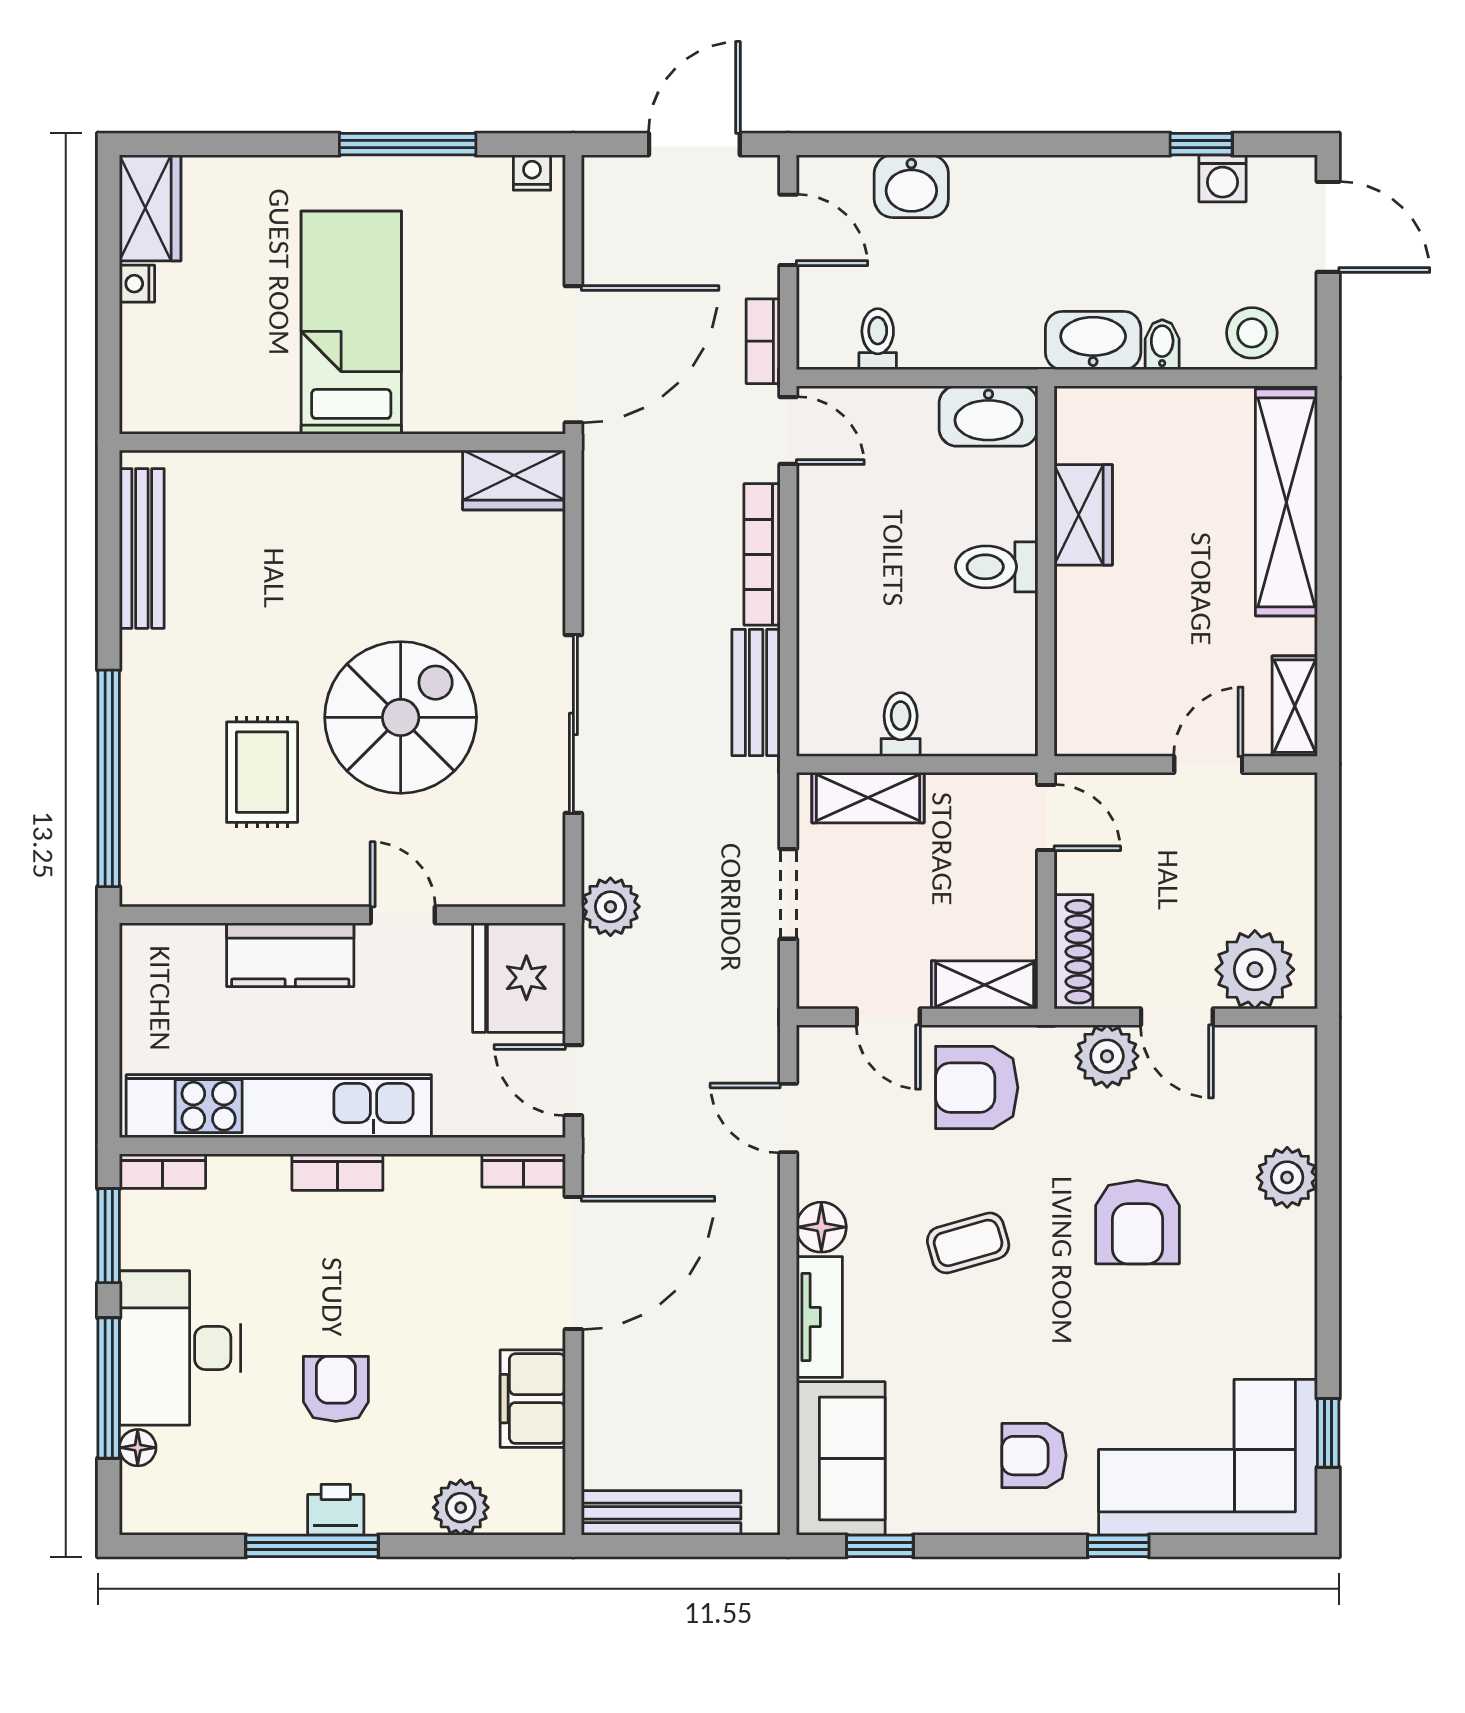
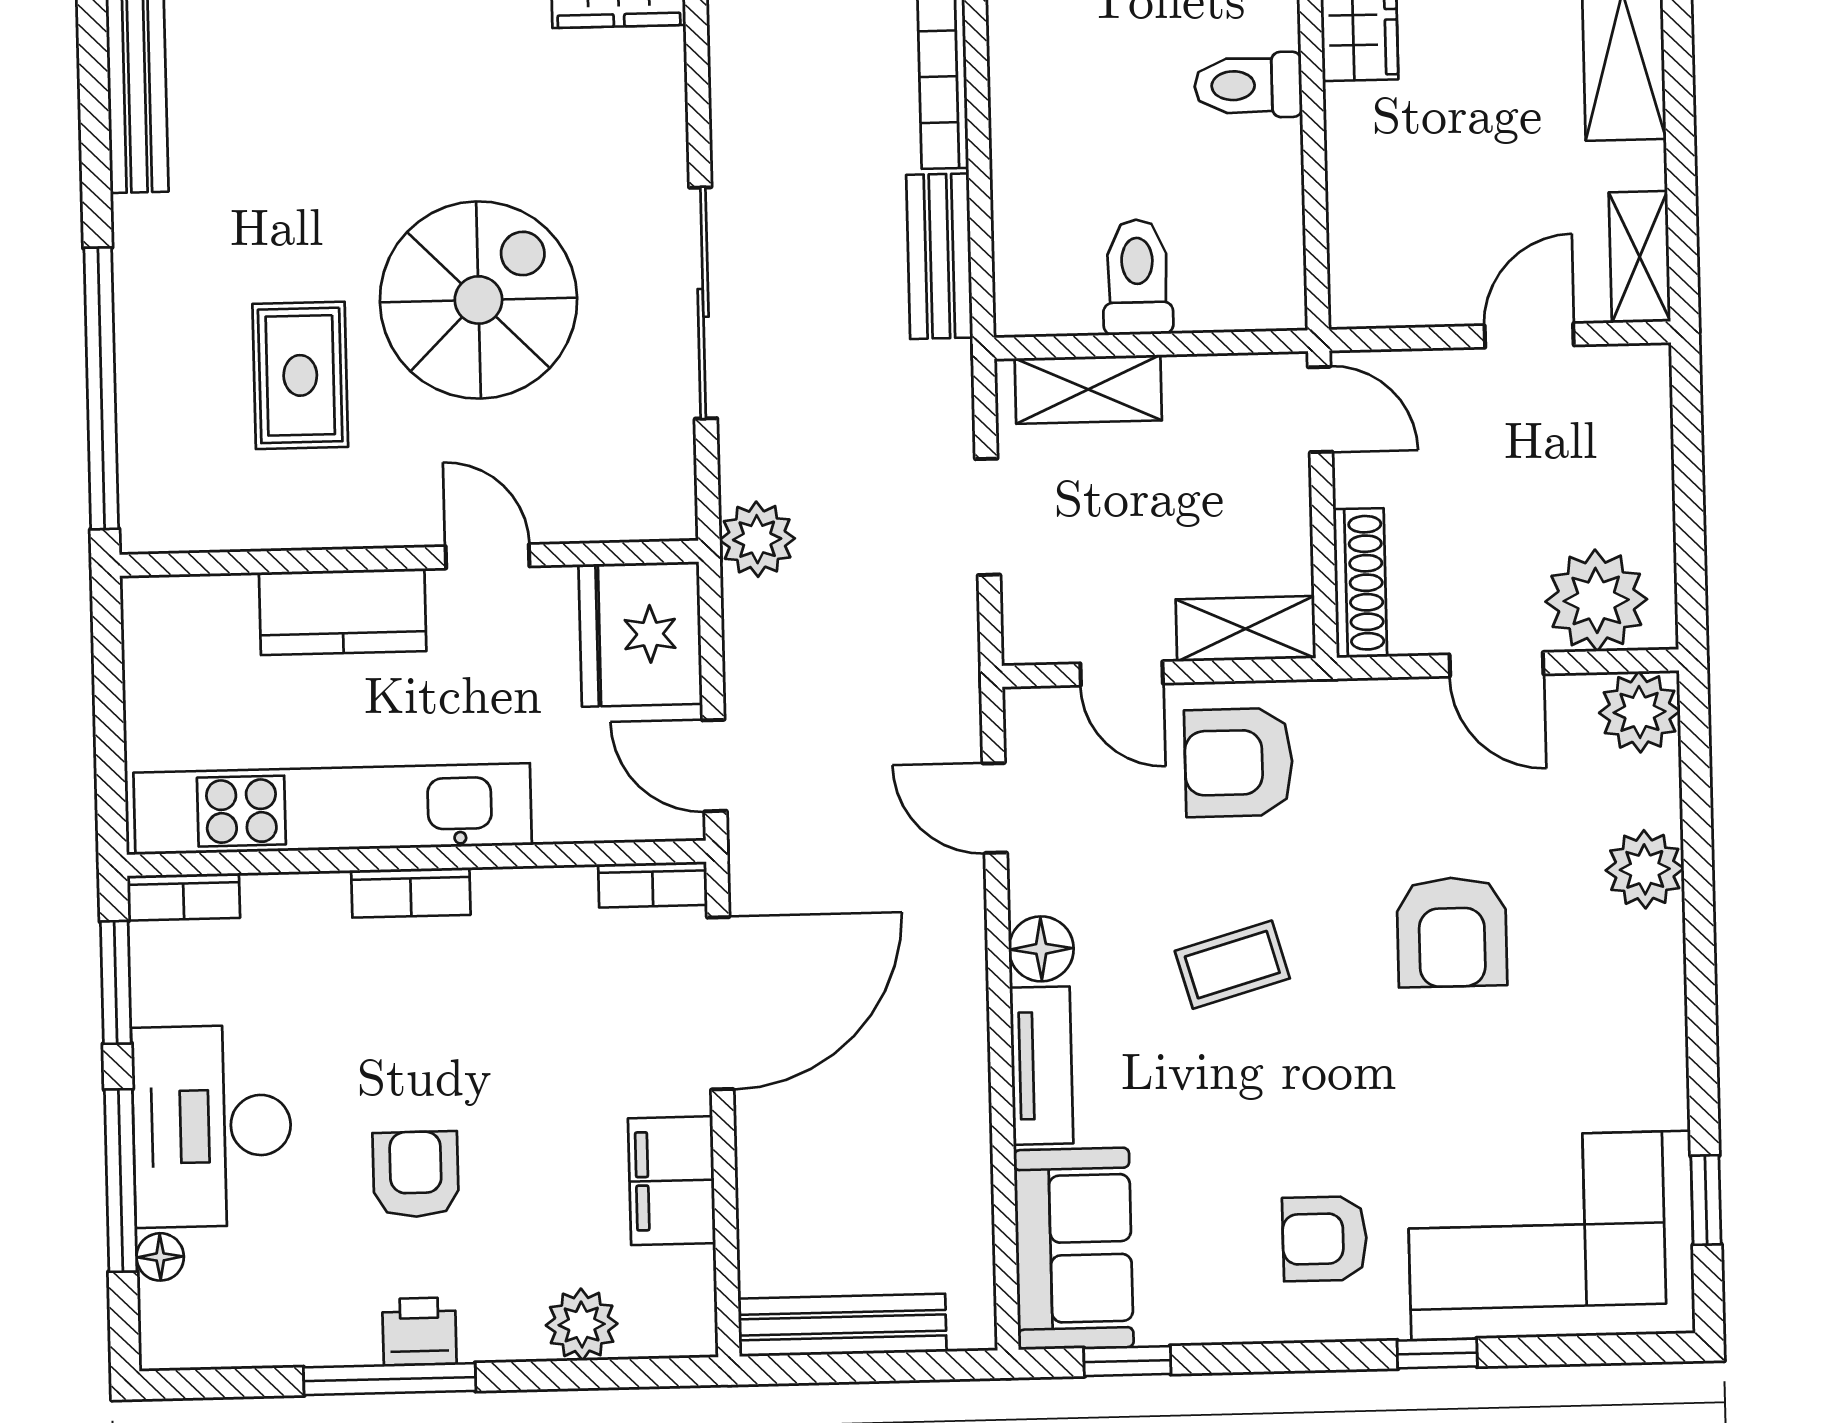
toilet: (901, 725) -> (1137, 277), width x1.37, depth x1.39
plant: (1107, 1056) -> (1640, 712), moved

